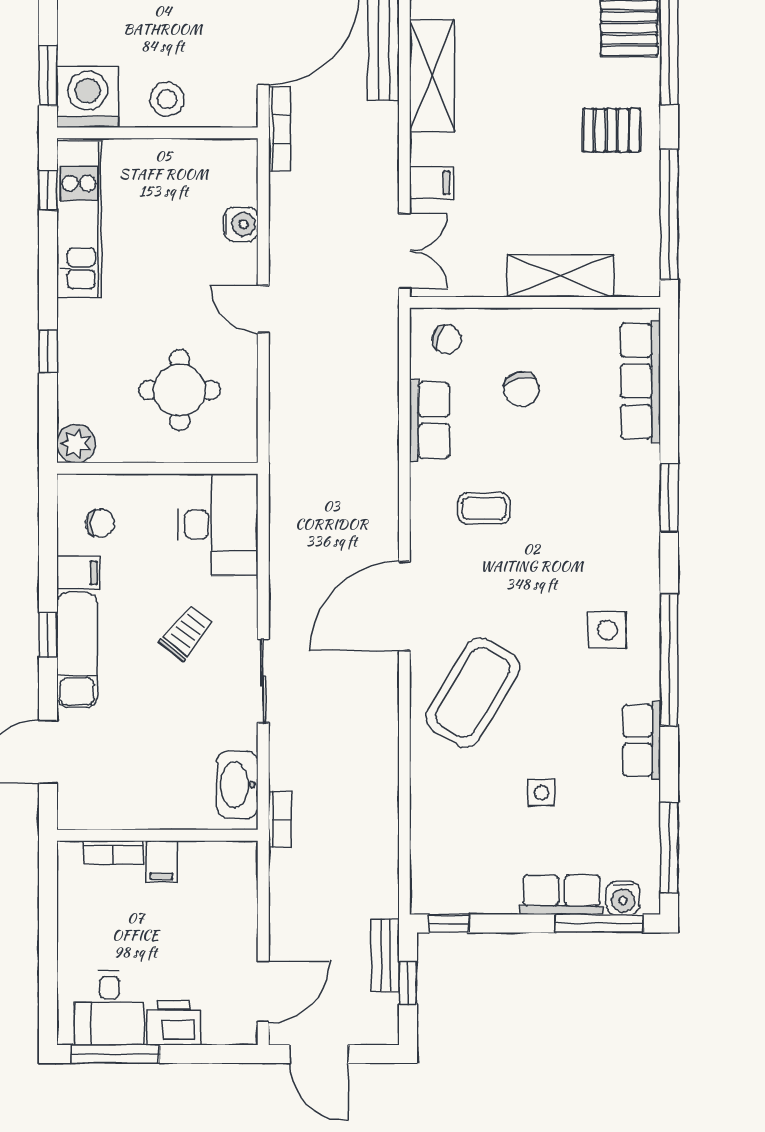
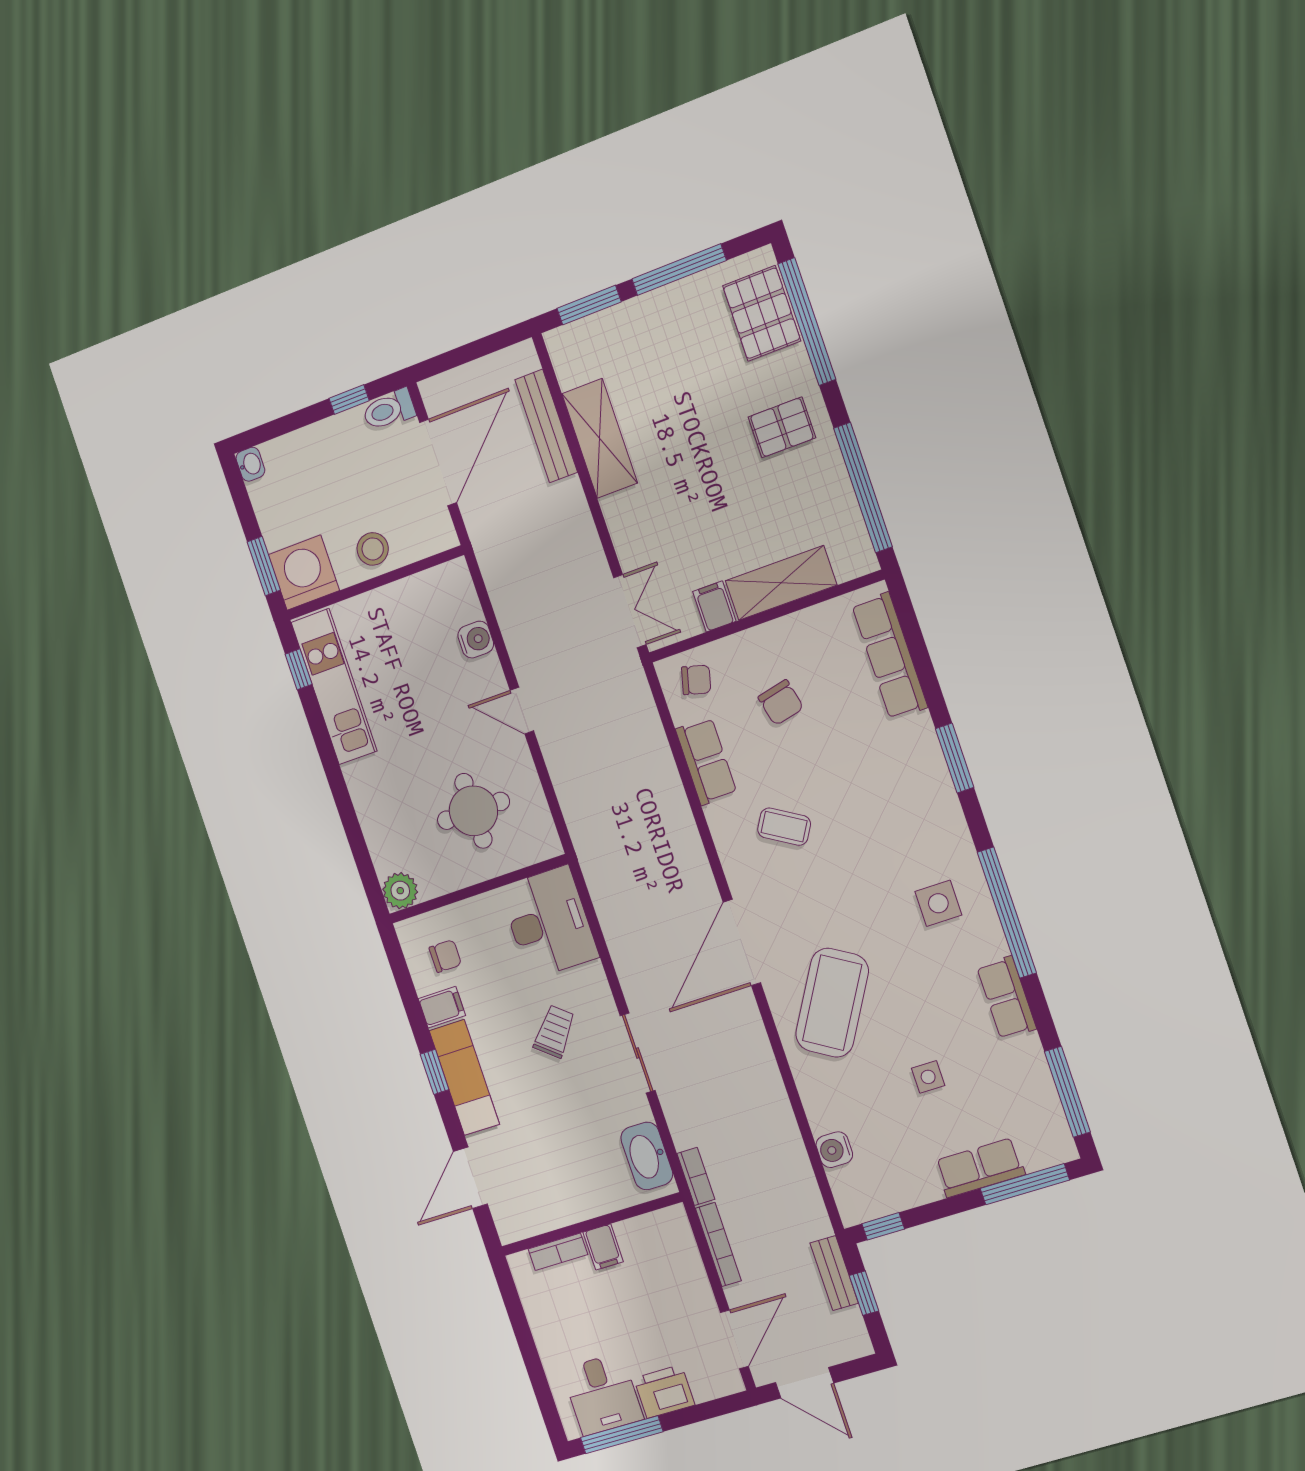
bookcase: (279, 129) -> (718, 1244), moved
filing cabinet: (431, 183) -> (714, 606), moved, turned -90
window: (48, 351) -> (348, 815), removed
coffee table: (484, 508) -> (784, 827), turned 31
water cooler: (623, 898) -> (834, 1150), moved, turned 90

